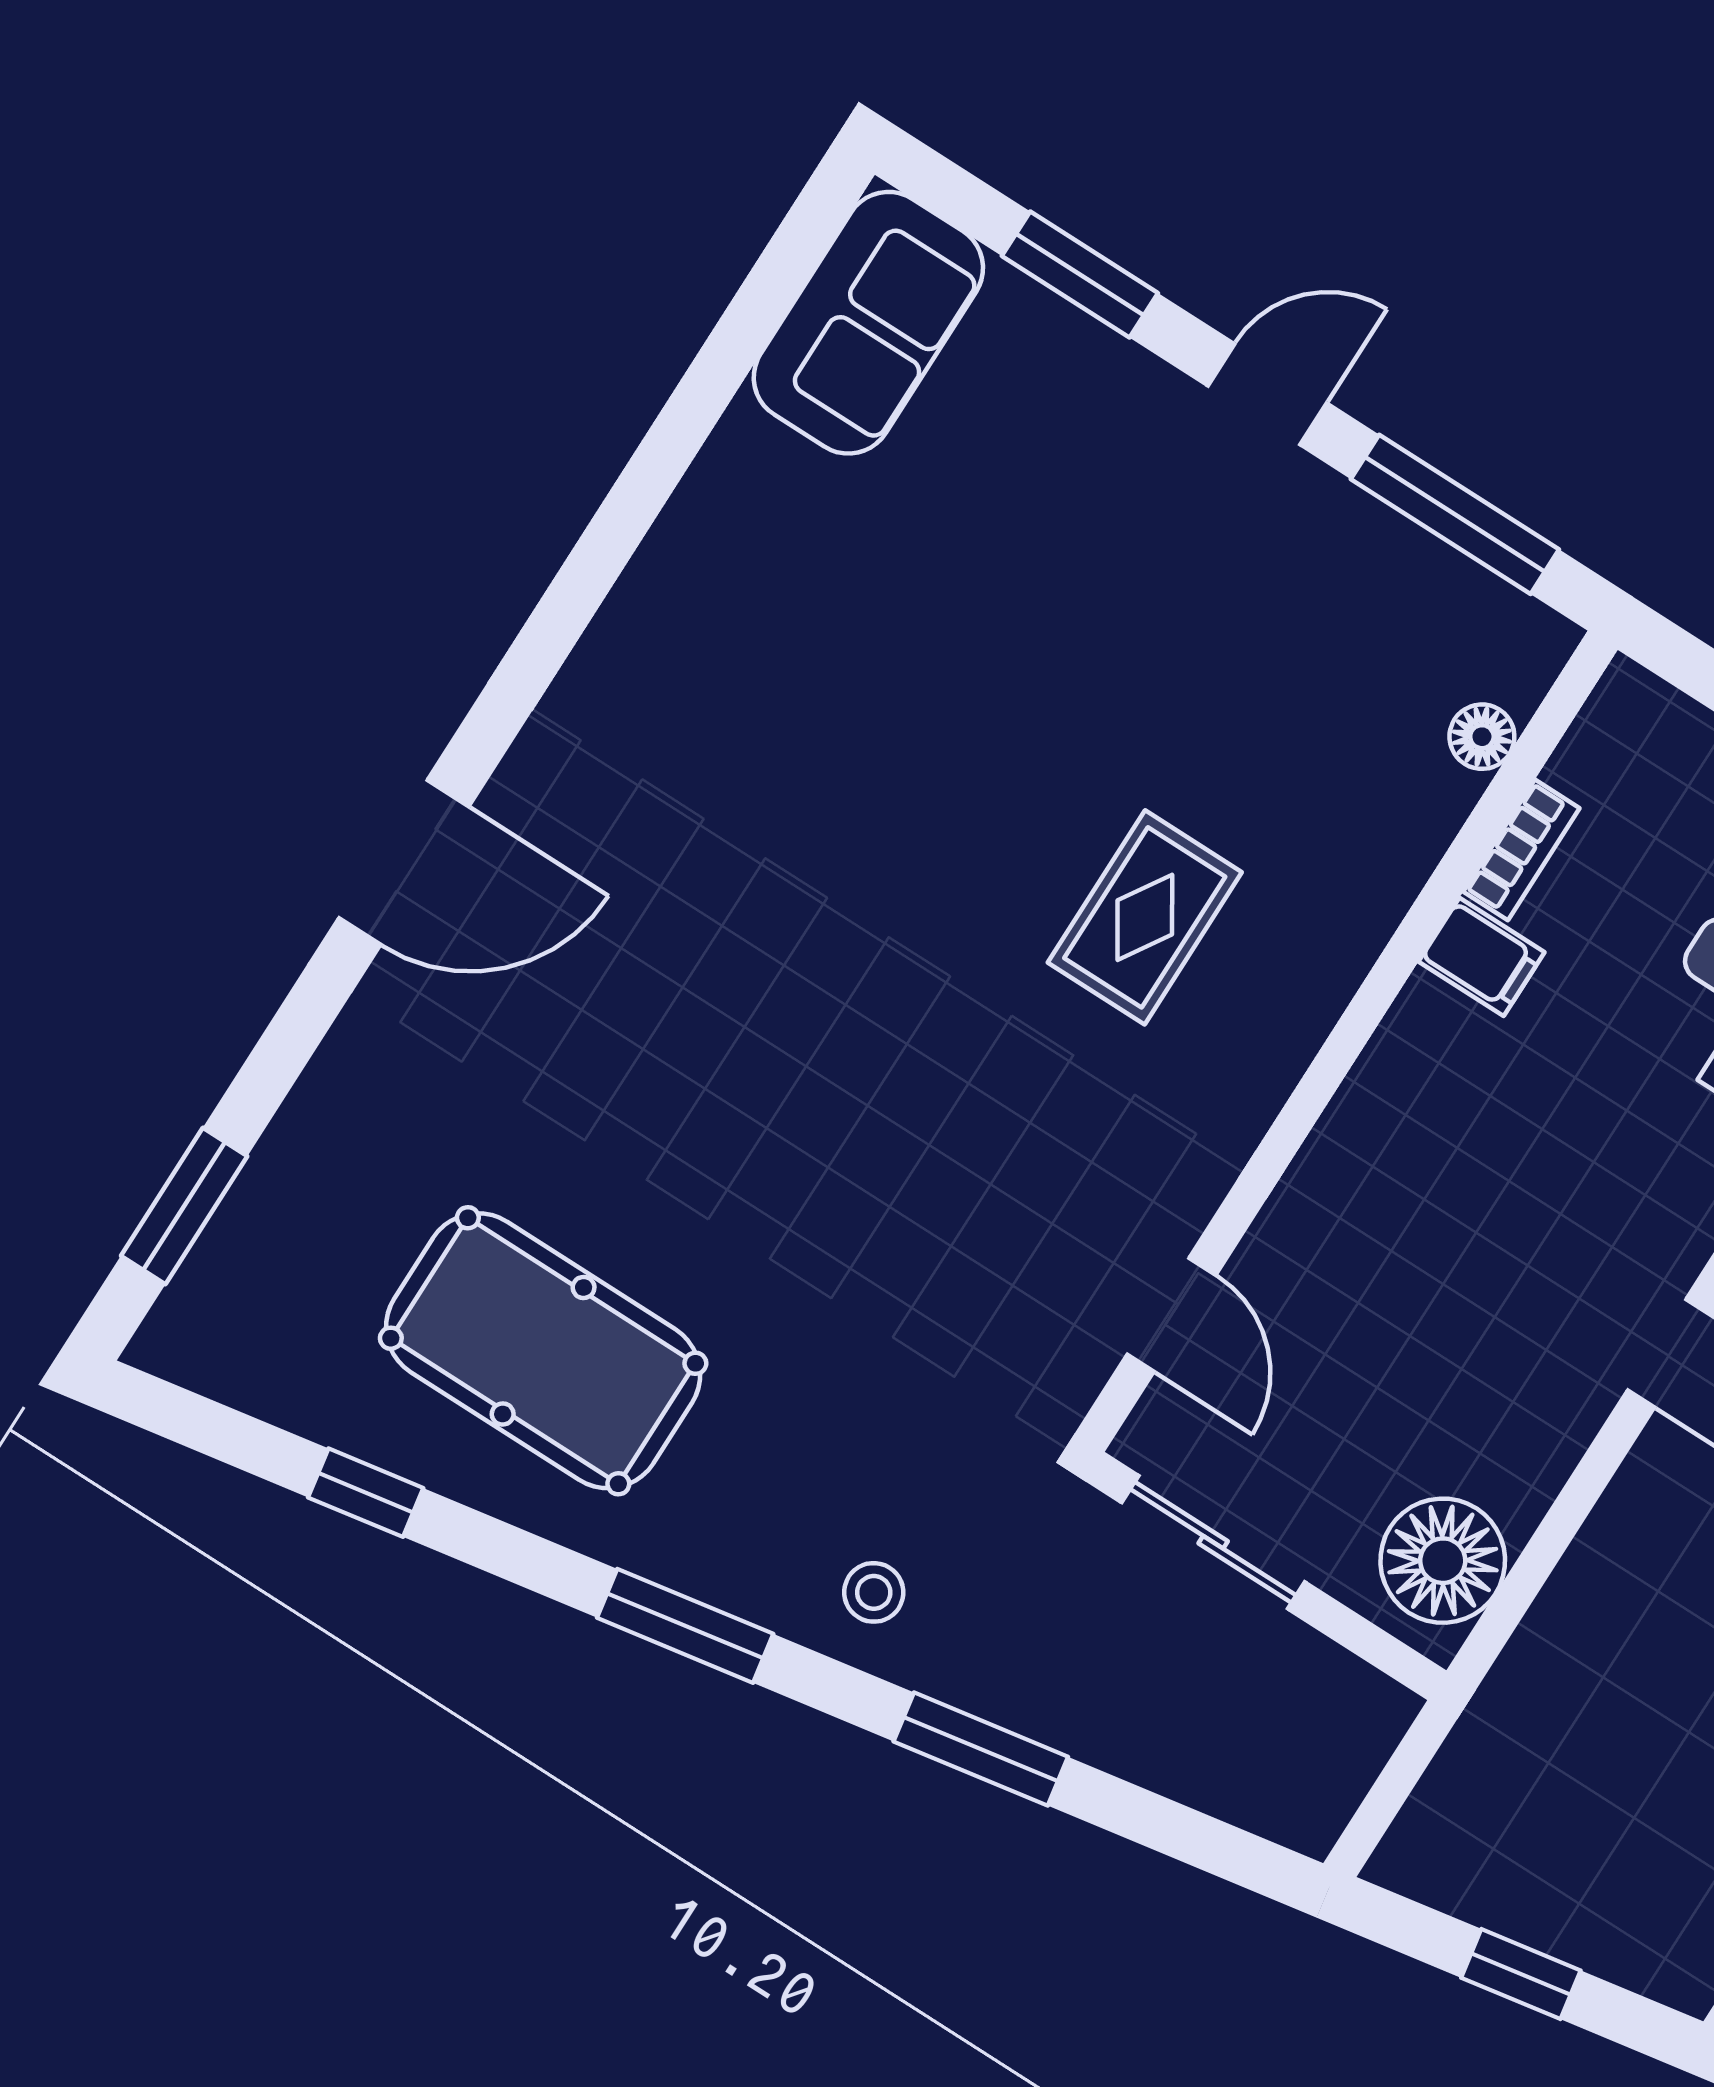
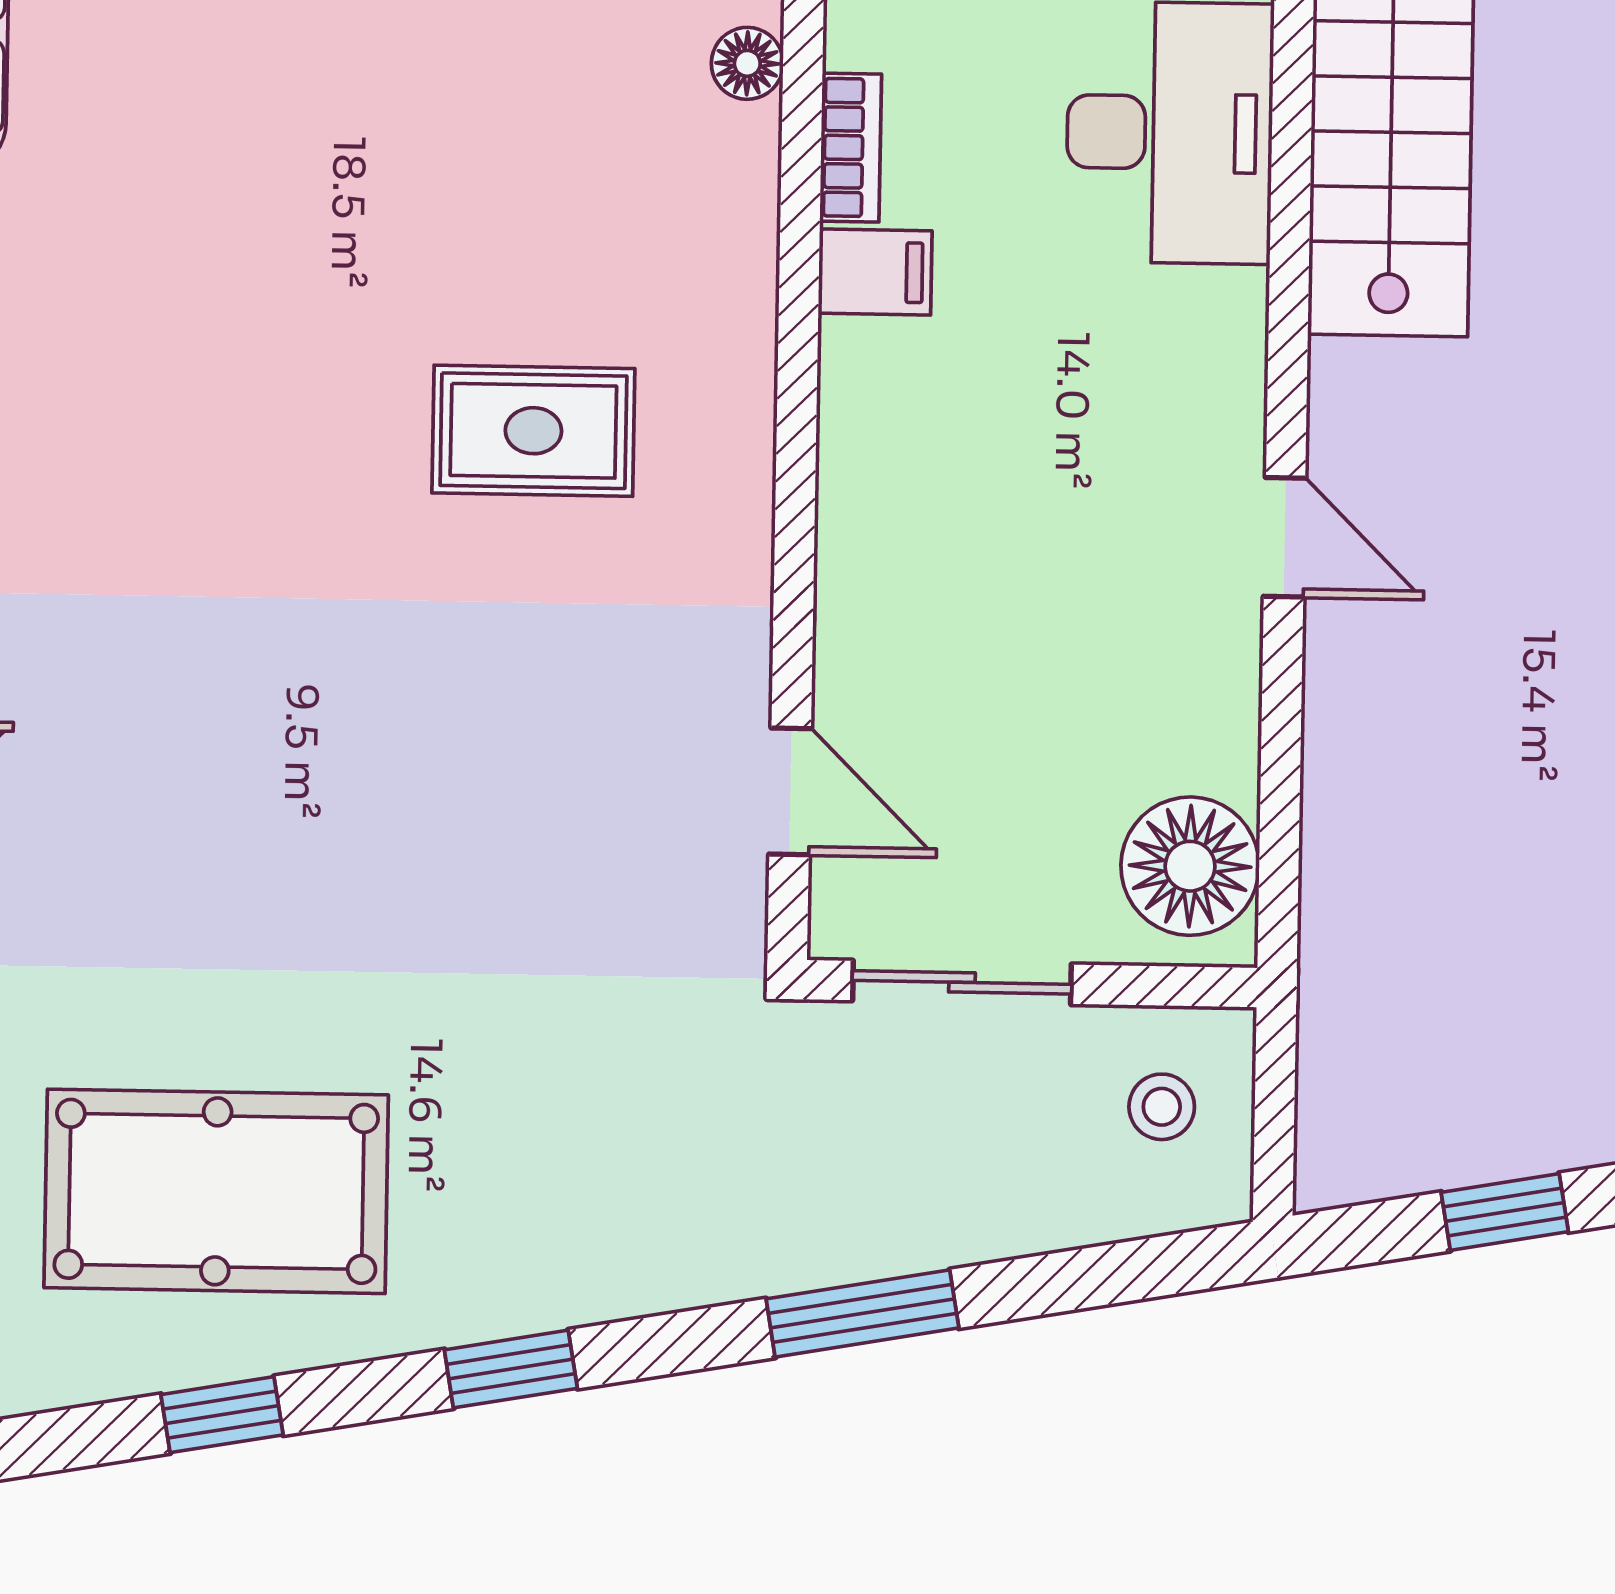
rug: (1145, 917) -> (533, 431), turned 90
window: (366, 1493) -> (222, 1415), moved
stool: (874, 1592) -> (1162, 1107), moved
window: (685, 1626) -> (511, 1369), width x0.67

